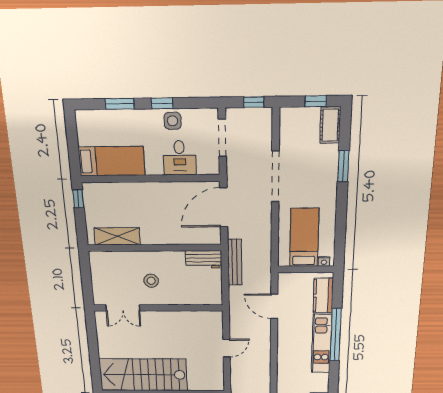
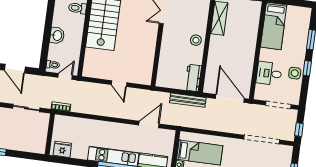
doorway: (275, 176) -> (262, 139), moved
stool: (151, 281) -> (196, 40), moved

